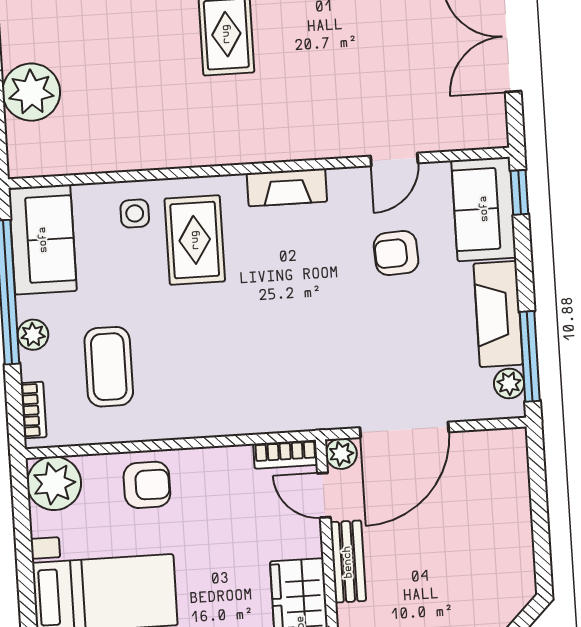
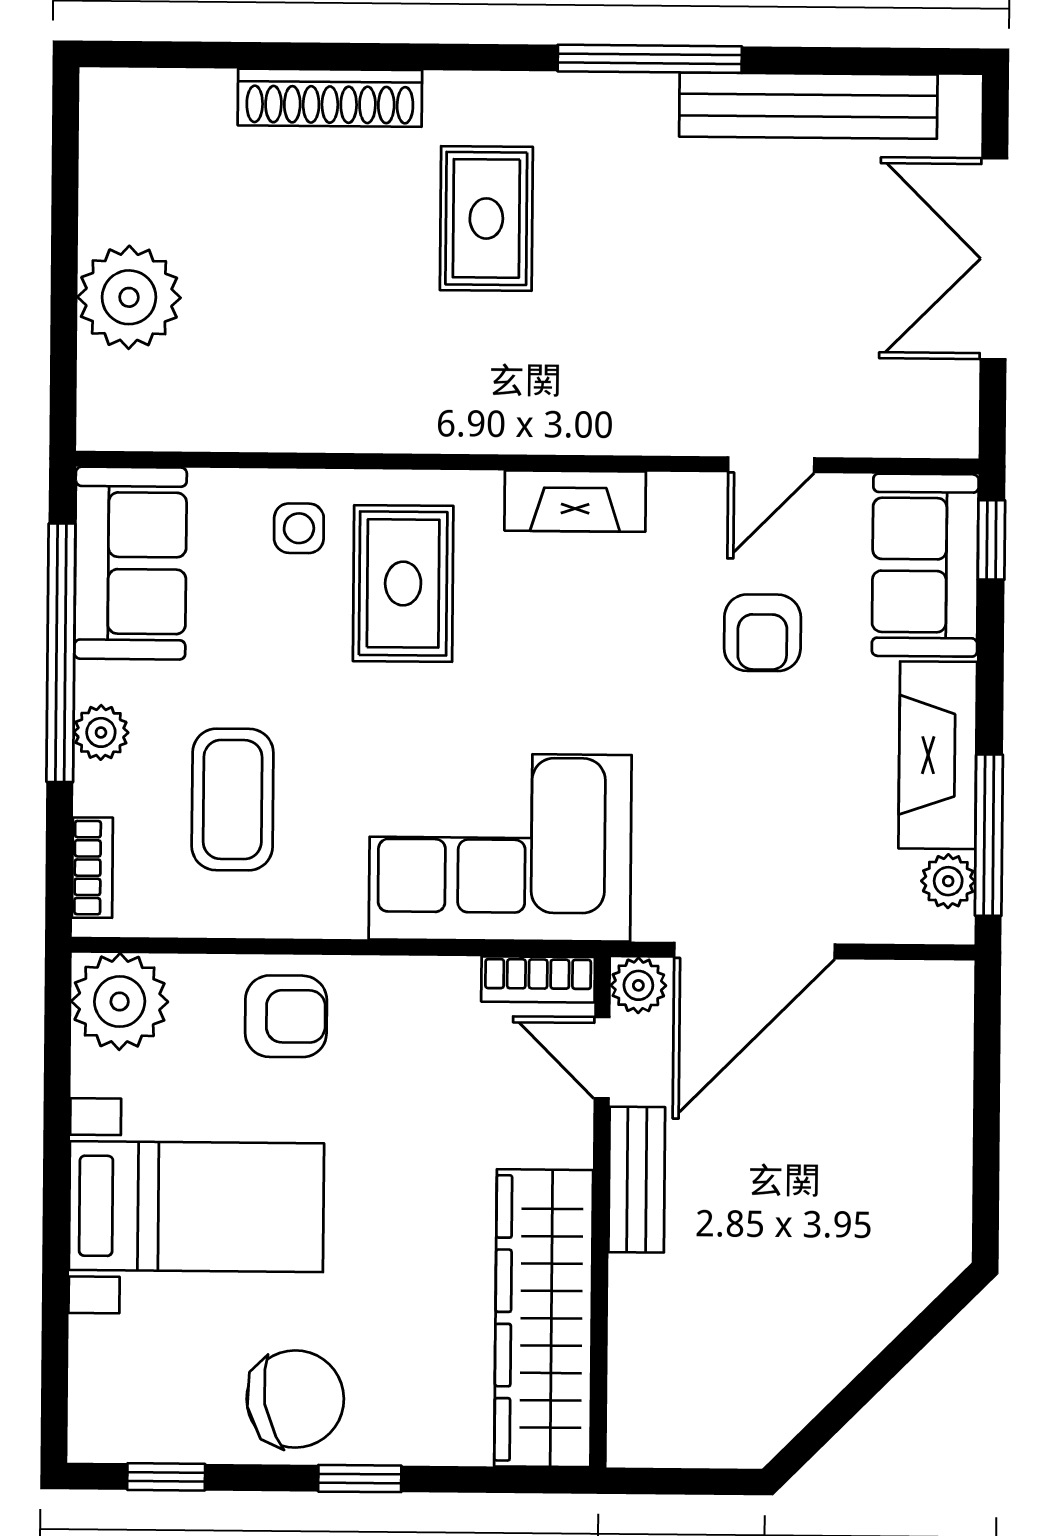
armchair: (396, 253) -> (762, 633), turned -87
corner sofa: (259, 382) -> (500, 847), added

